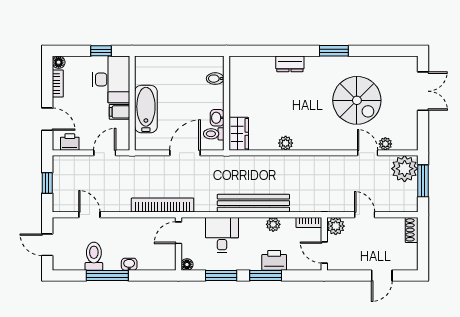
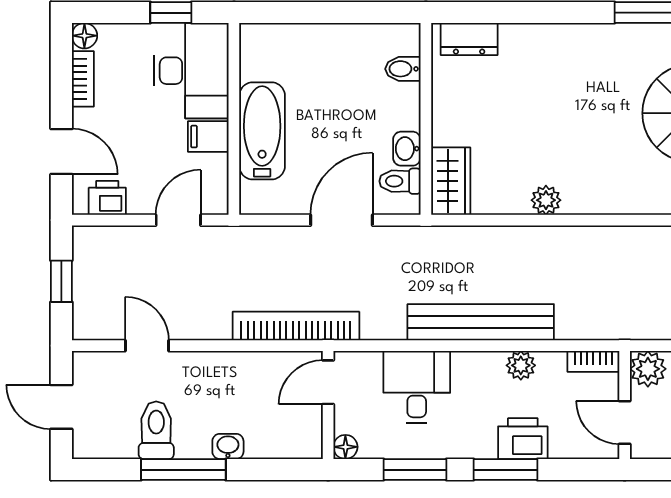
dresser: (290, 64) -> (469, 39), moved

